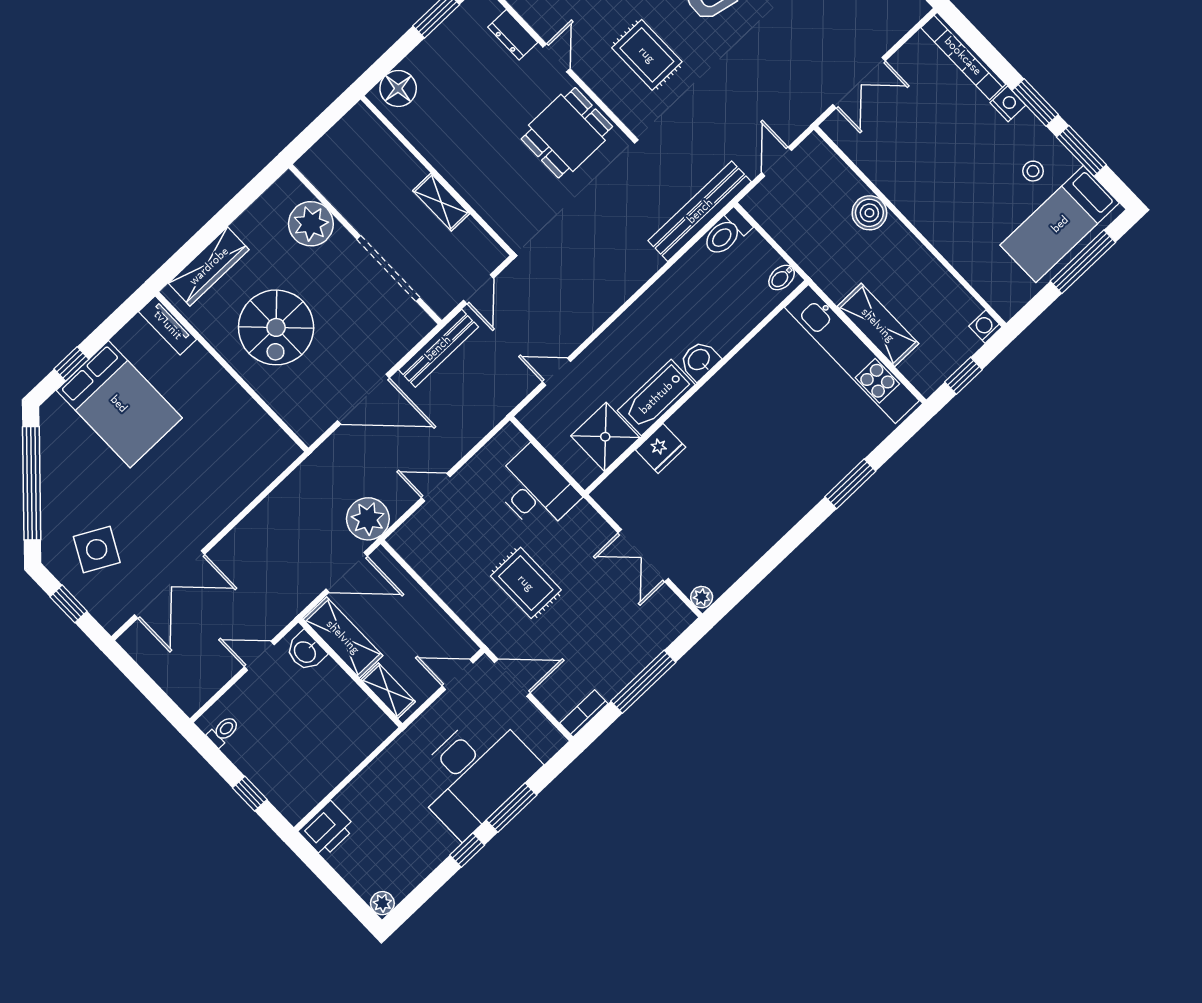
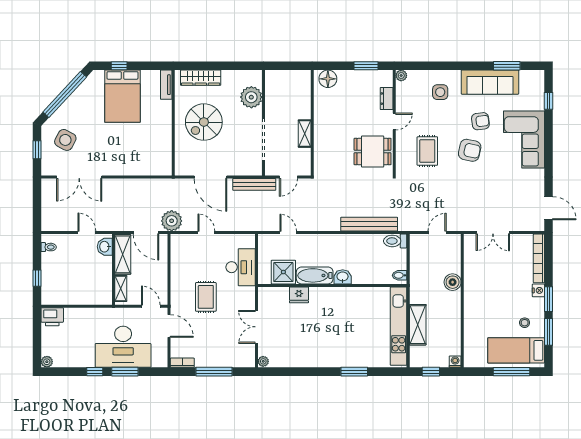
bench: (700, 211) -> (369, 224), moved

